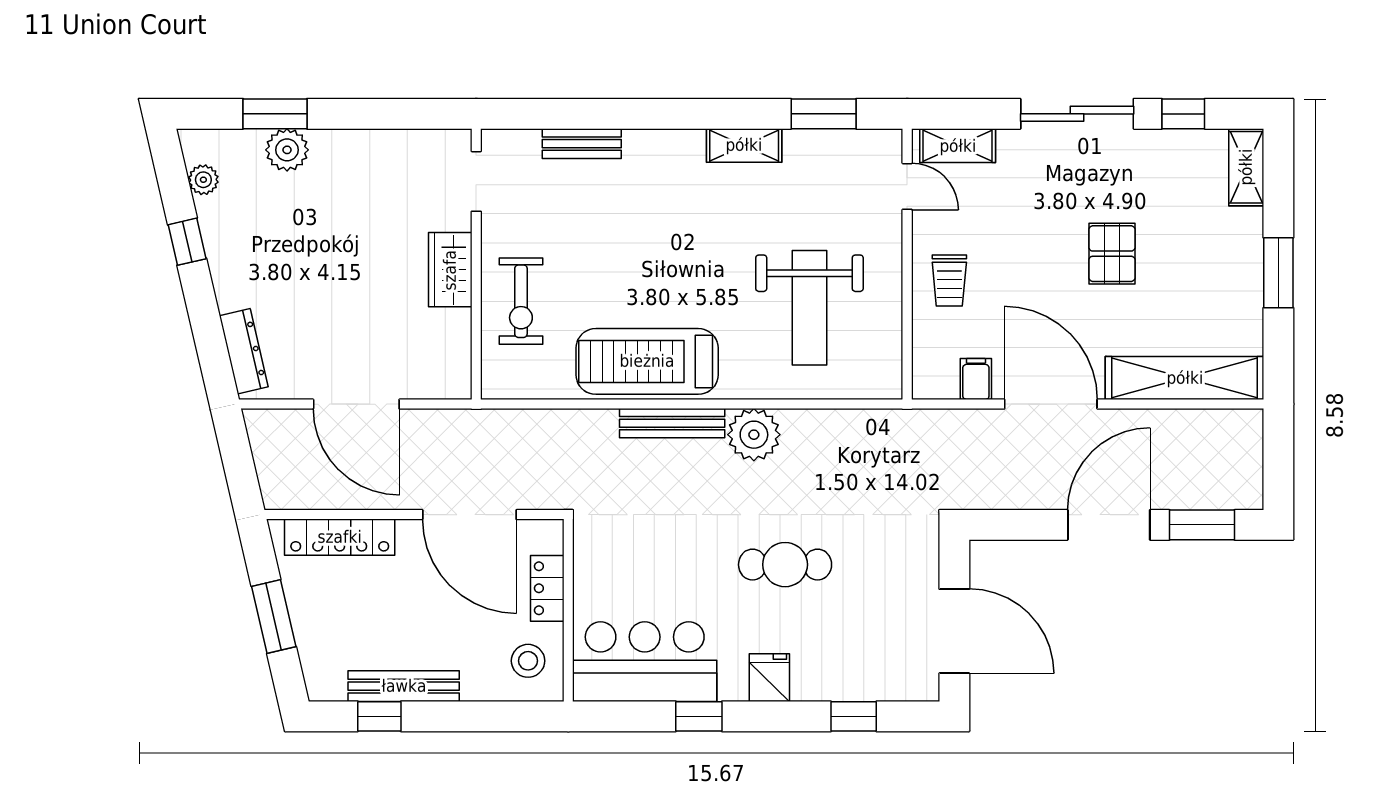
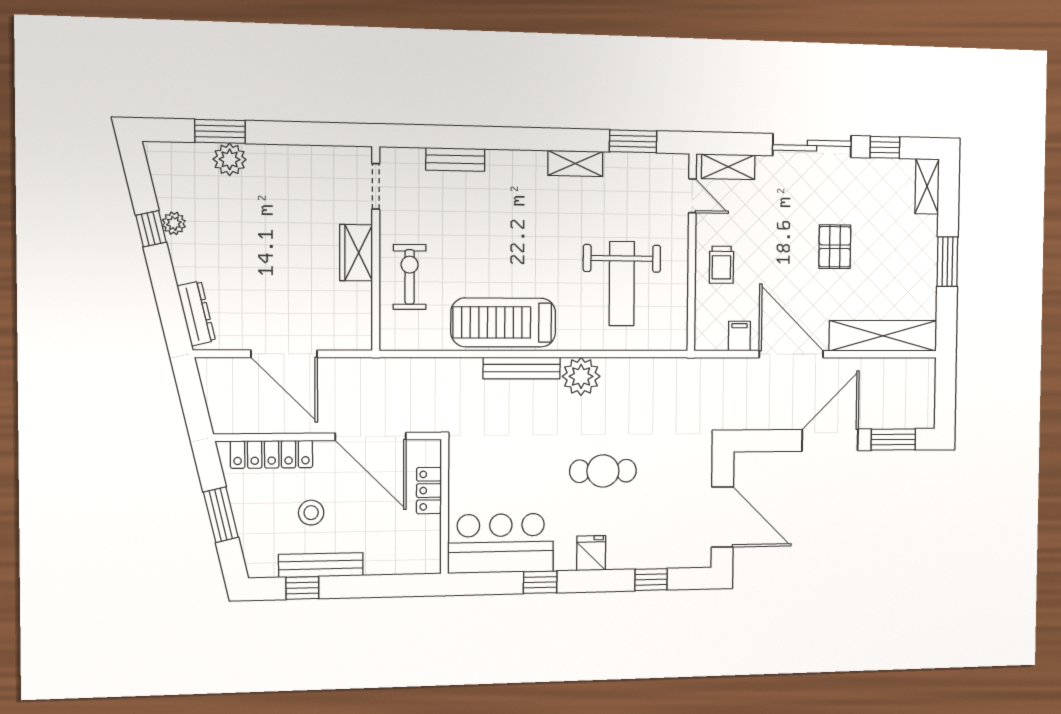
plant: (203, 180) -> (174, 223), moved
exercise bike: (521, 301) -> (410, 277), turned 180
stool: (528, 661) -> (311, 513), moved

